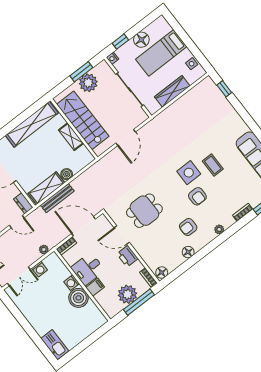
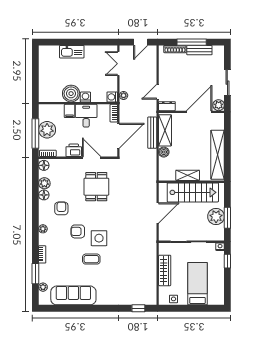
floor lamp: (141, 40) -> (217, 277), removed
door: (126, 137) -> (158, 213), swing flipped
door: (122, 235) -> (92, 158), hinge flipped
plant: (177, 260) -> (44, 183), added
washing machine: (40, 269) -> (112, 97), moved
kitchen sink: (55, 345) -> (72, 52), moved

